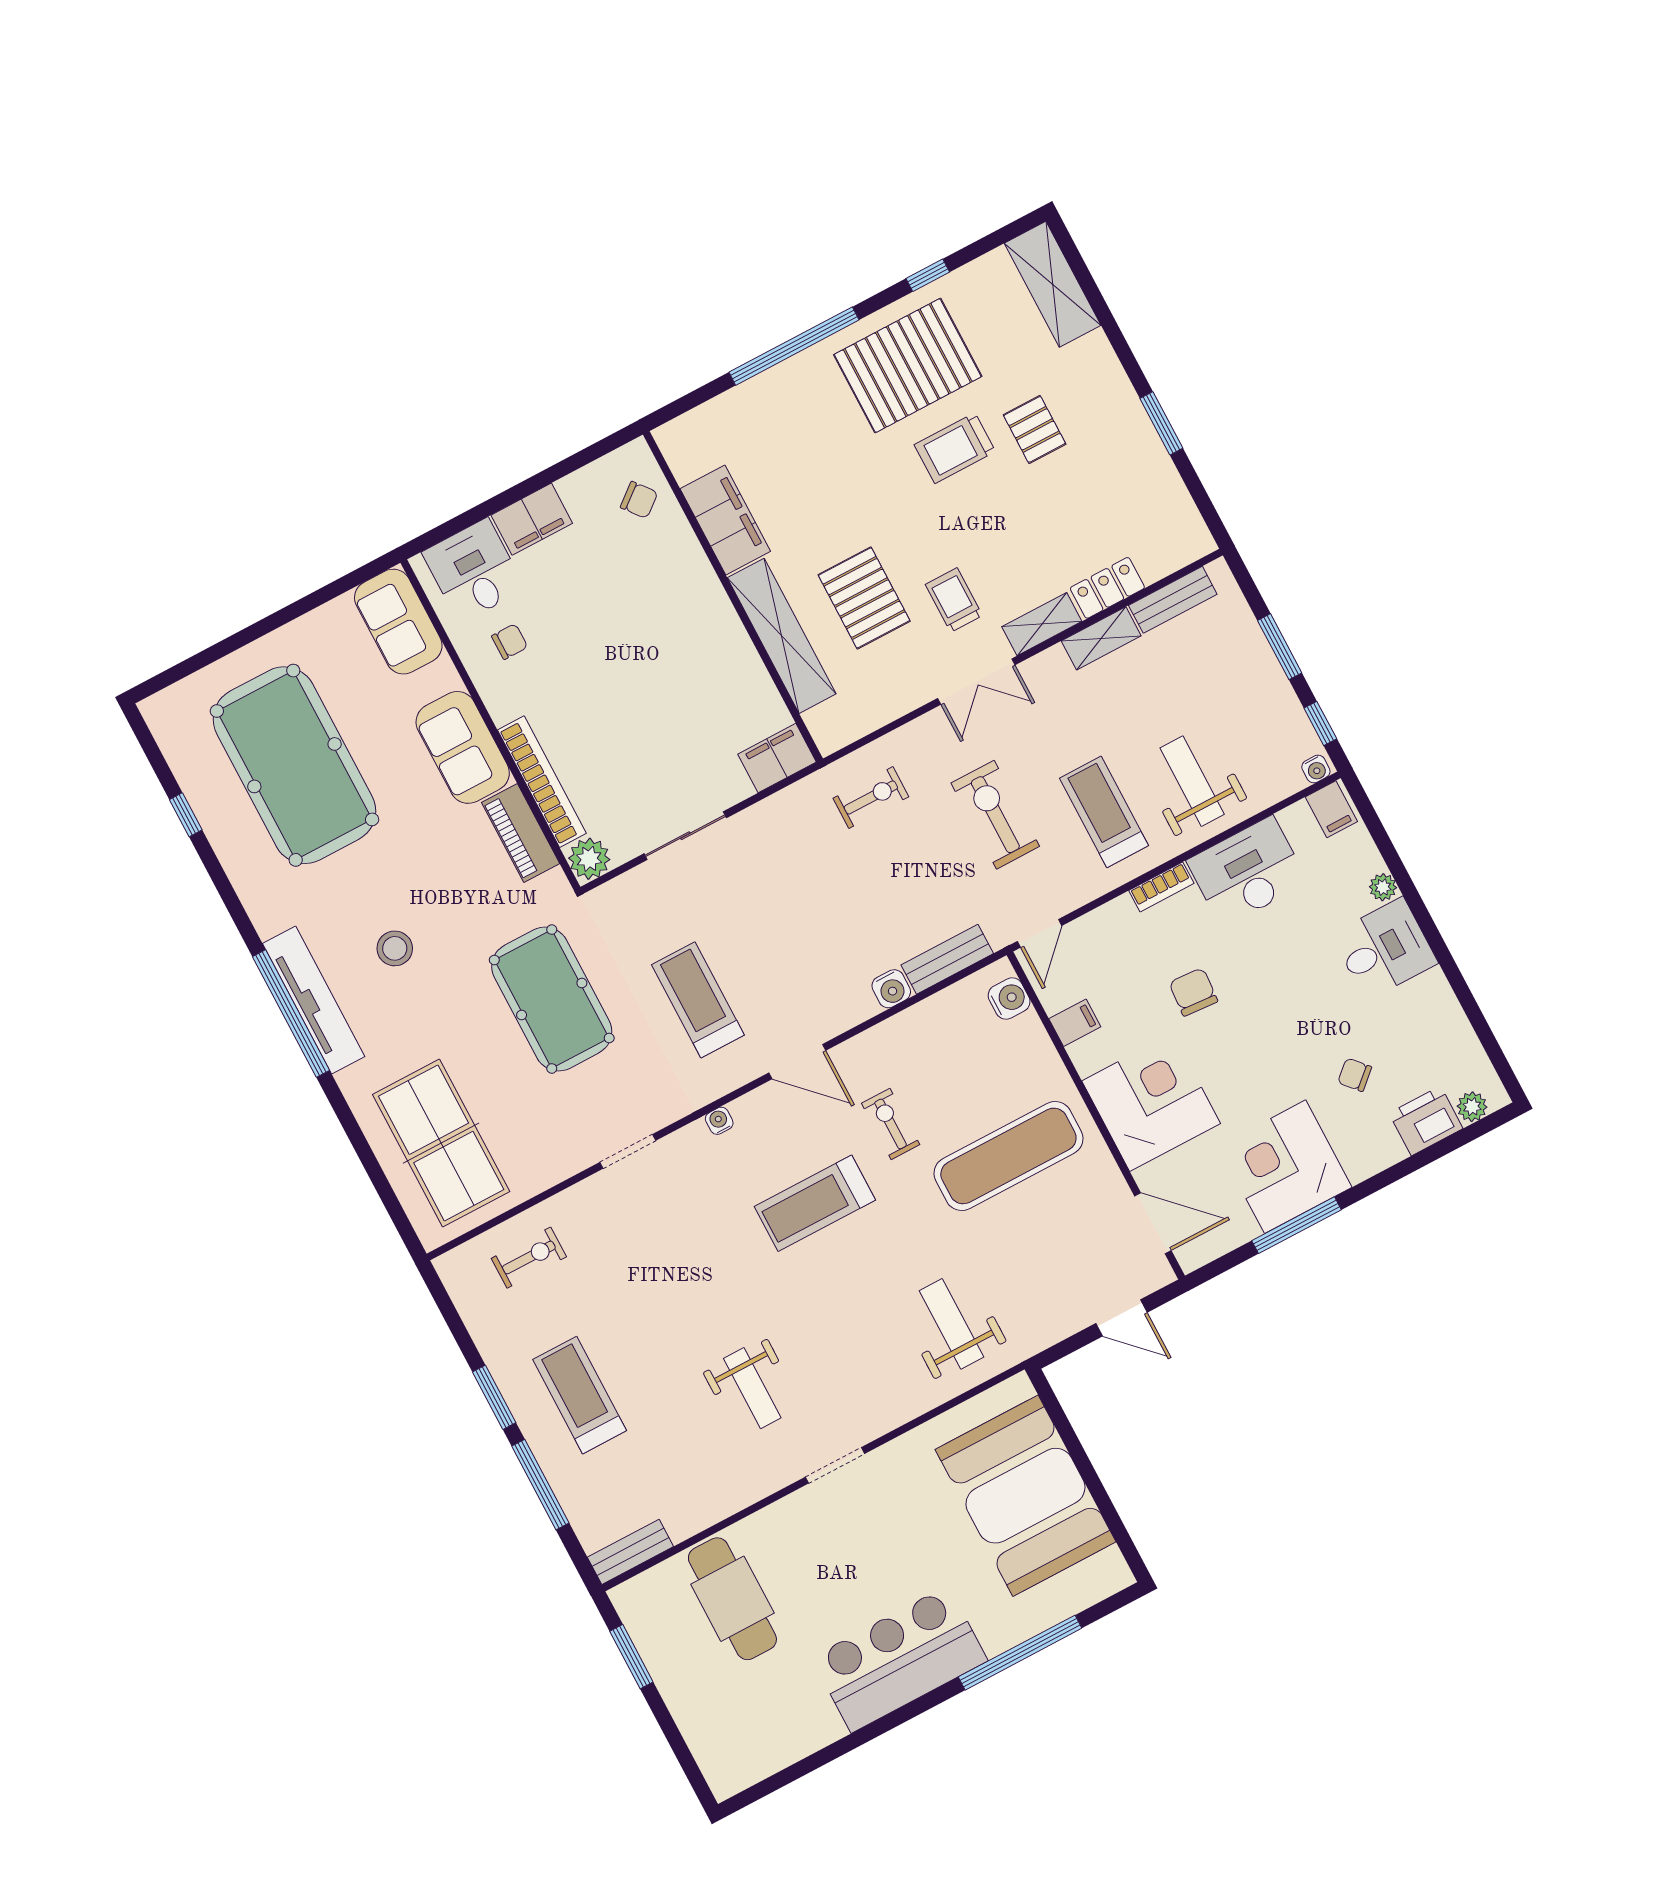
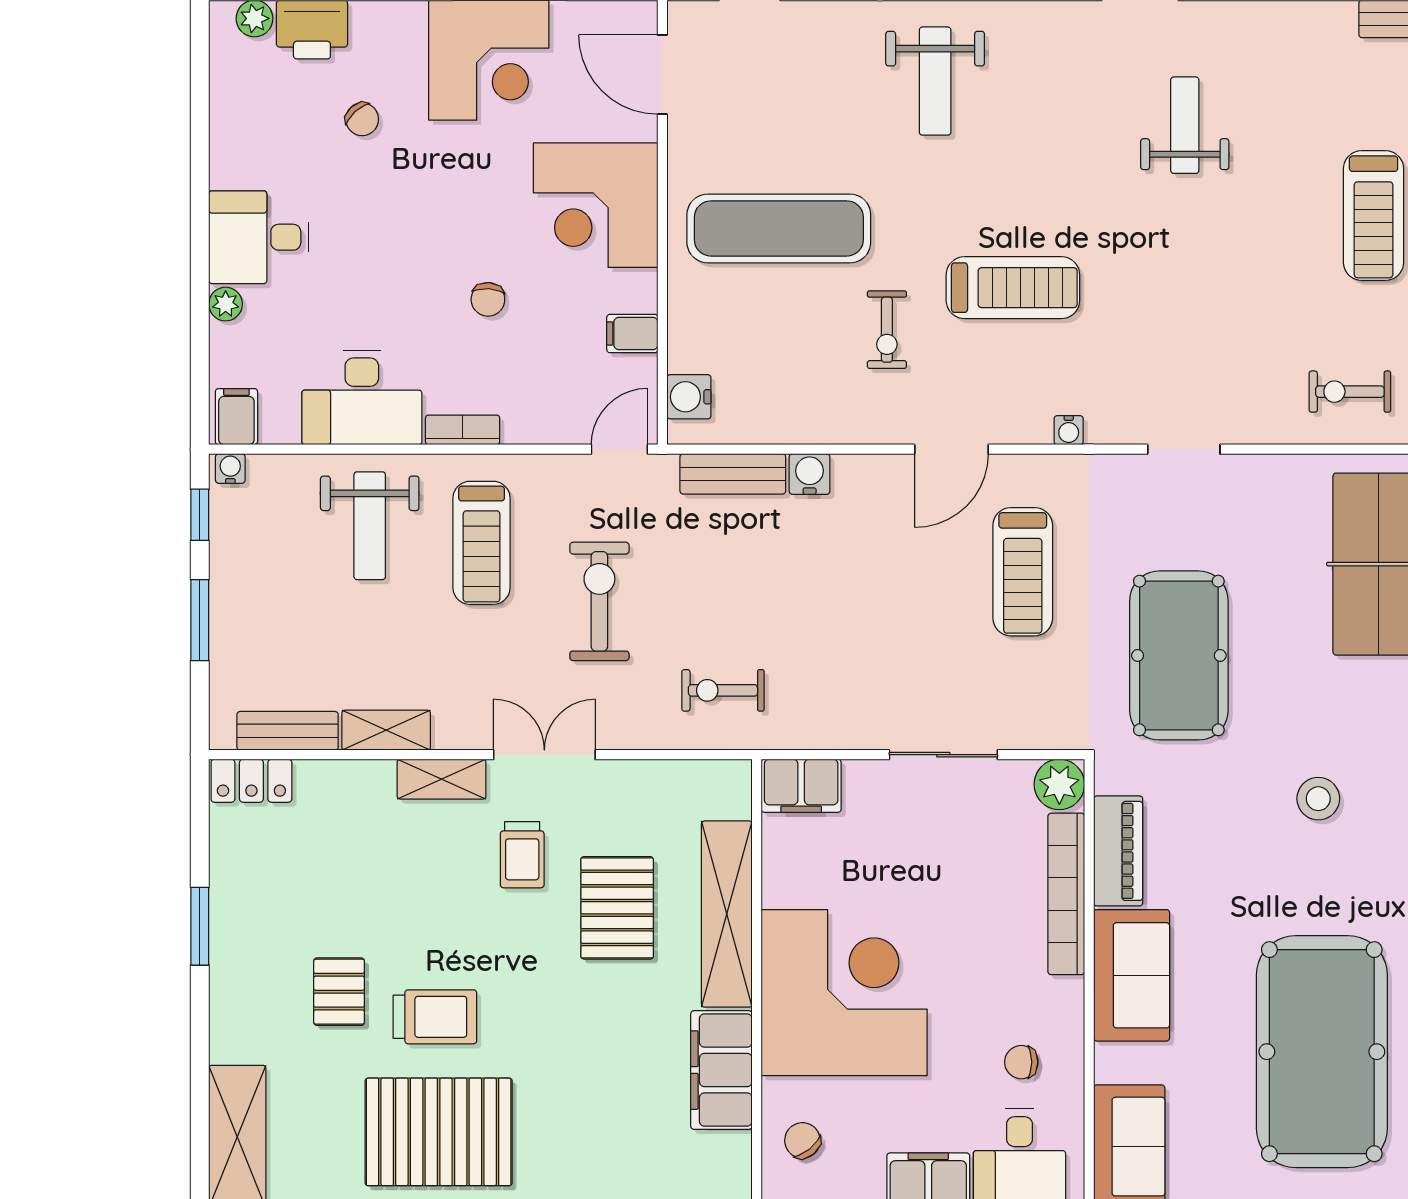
locker: (1107, 588) -> (251, 781), moved
corner desk: (666, 624) -> (844, 993), added
exercise bike: (995, 815) -> (599, 601), turned 180
chair: (1193, 992) -> (488, 299), width x0.73, depth x0.73
door: (797, 1062) -> (951, 449), swing flipped

